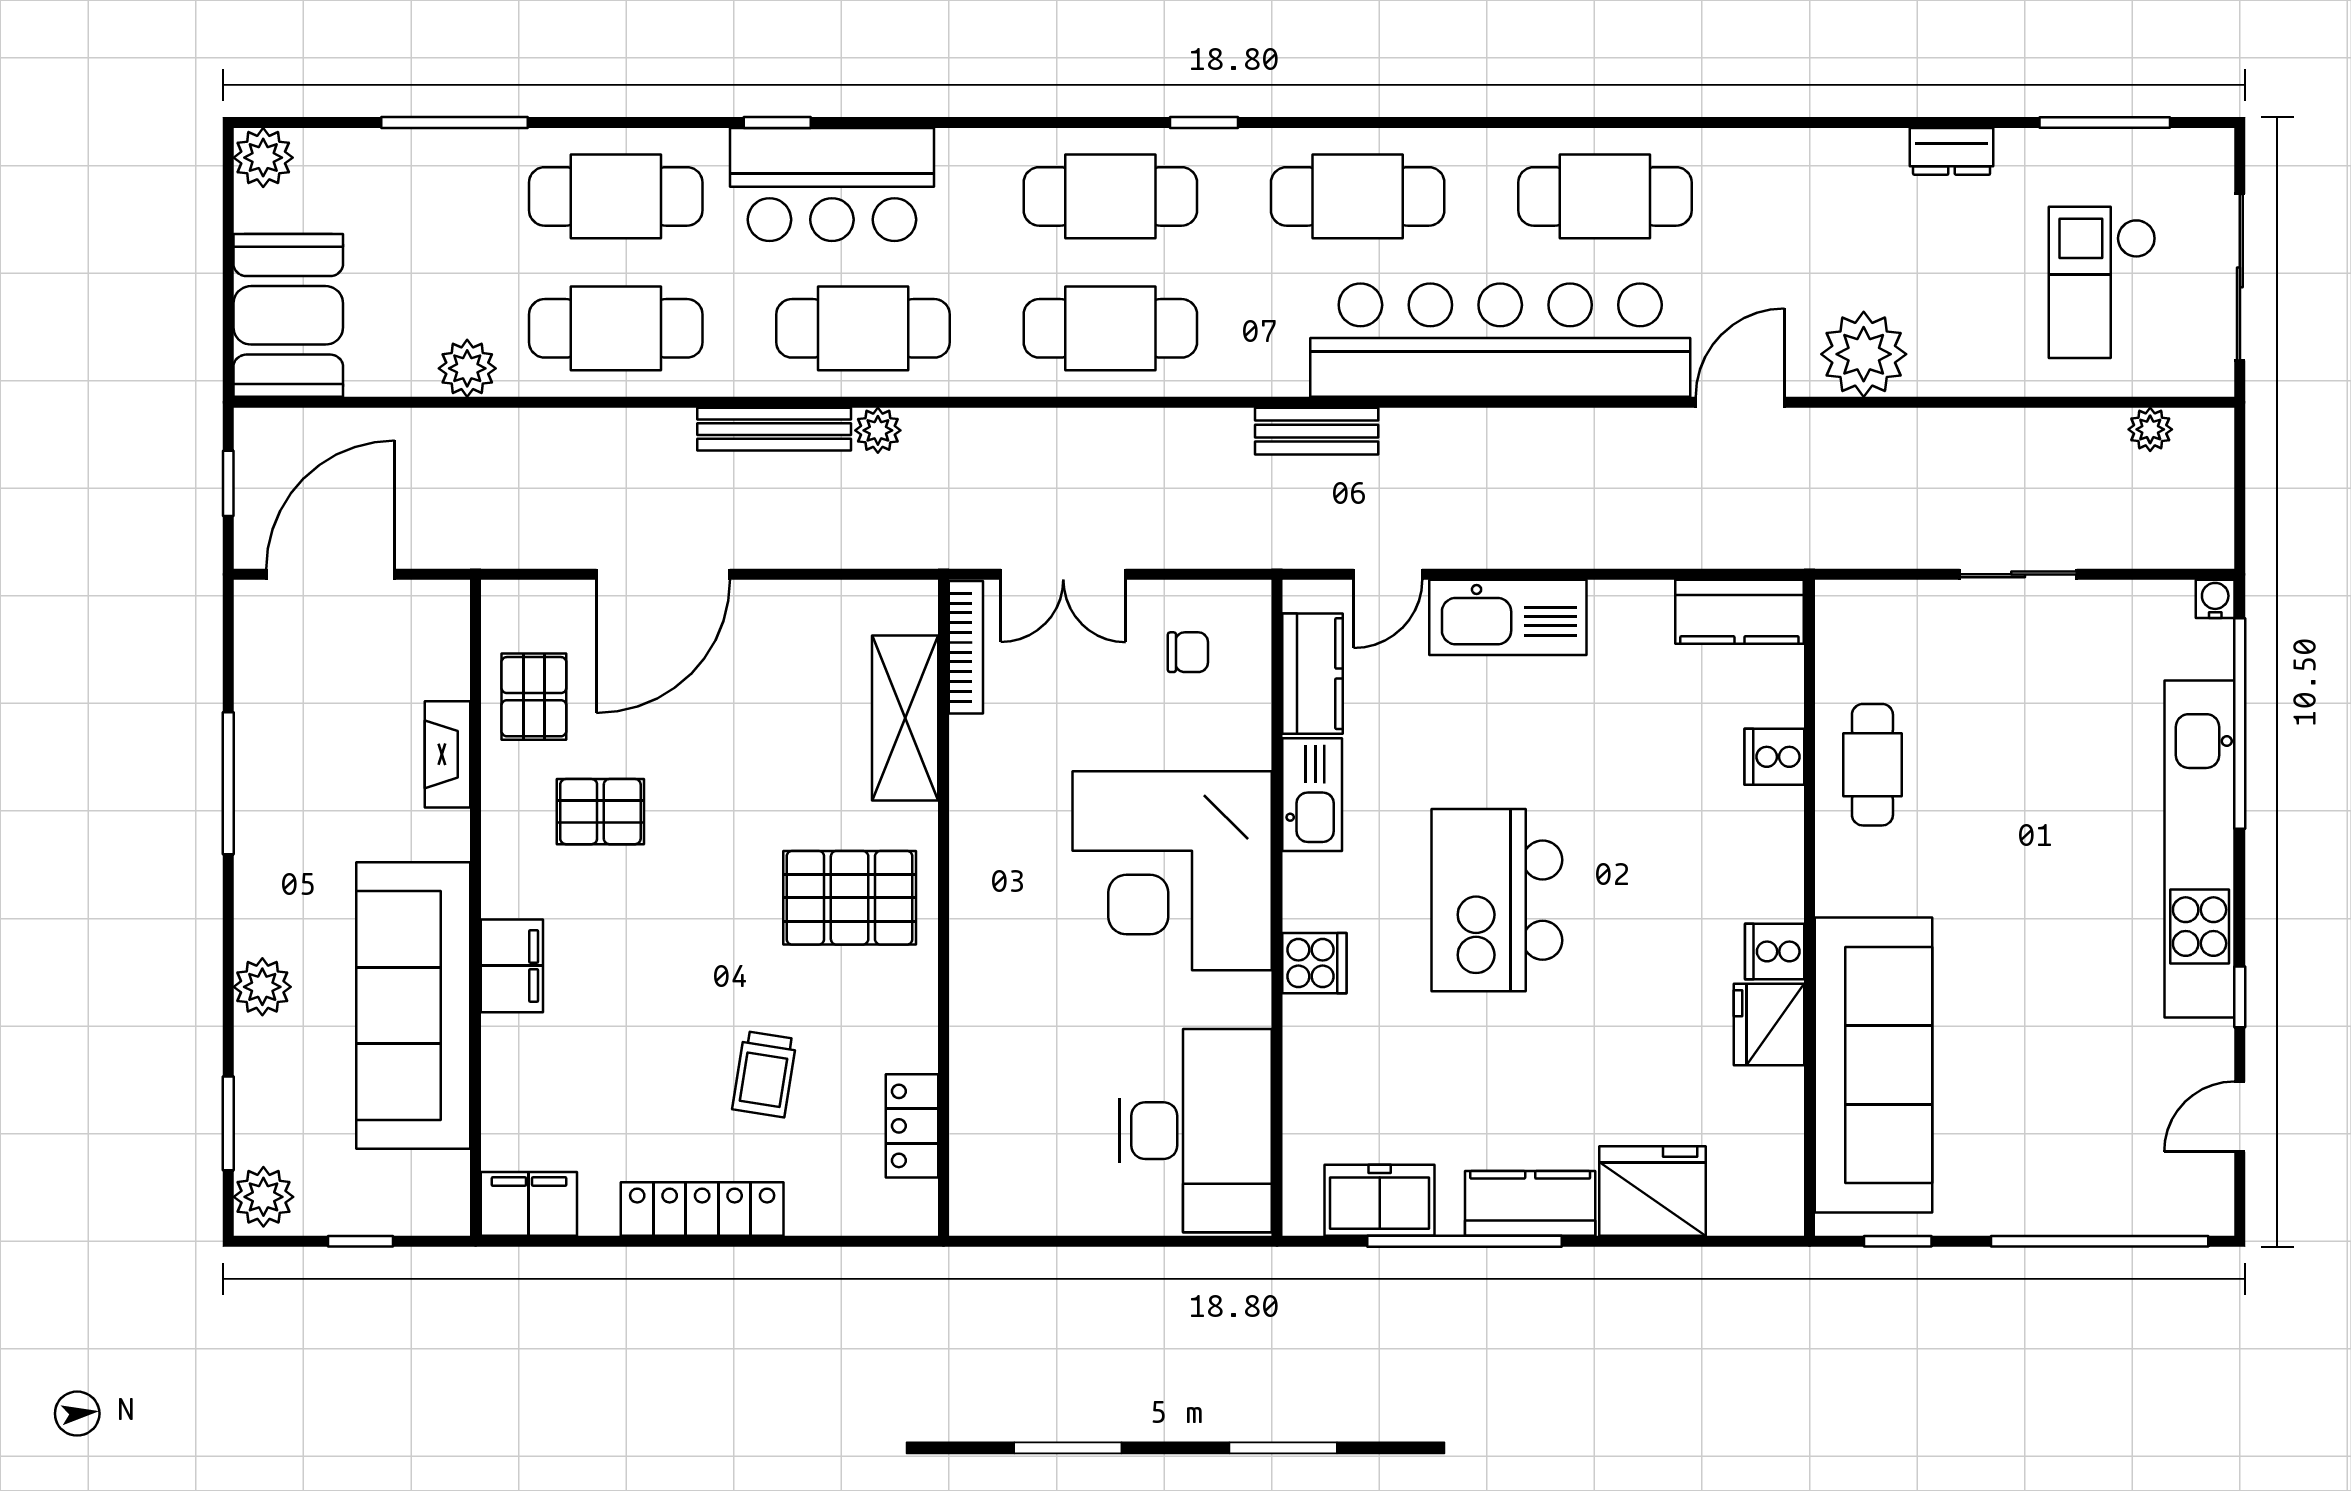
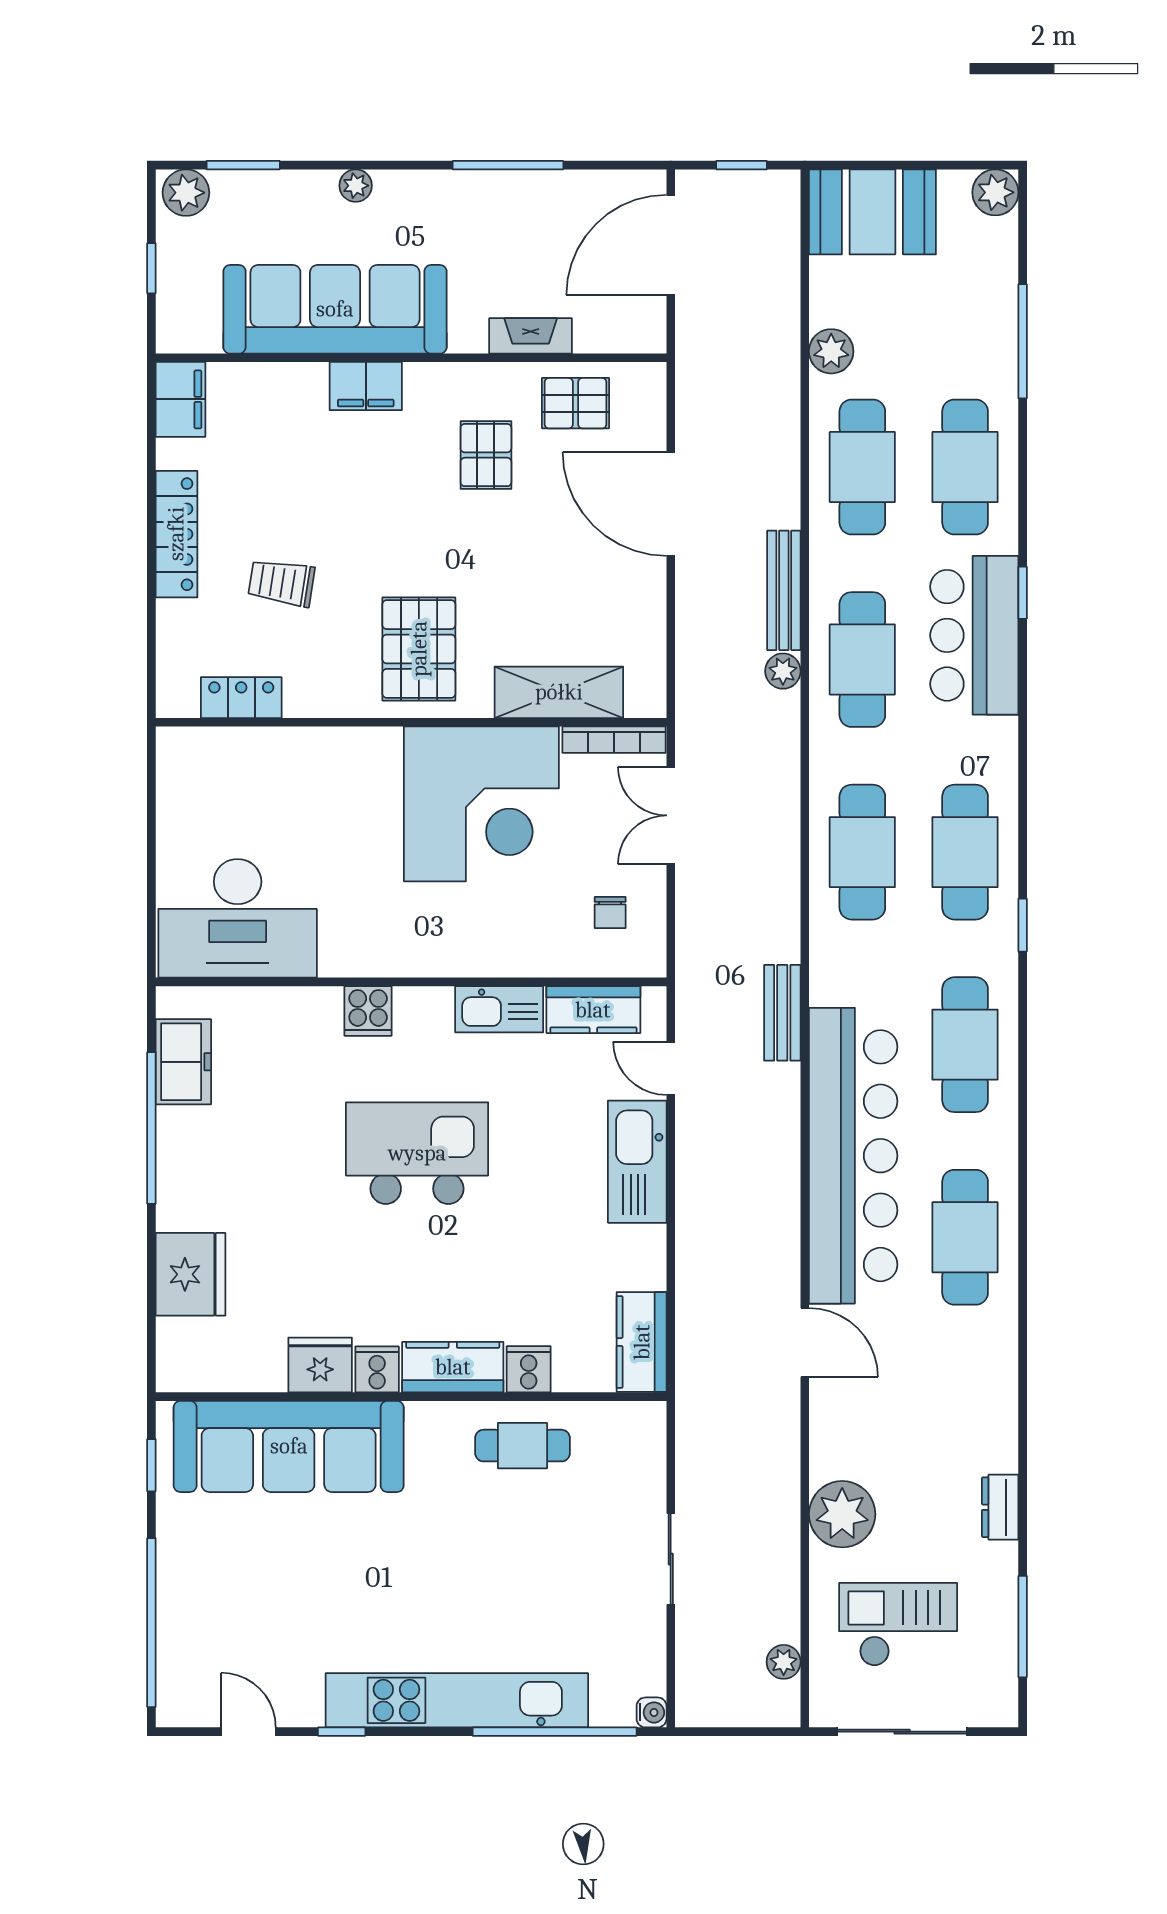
plant: (1864, 354) -> (842, 1514), moved
door: (331, 574) -> (671, 245), swing flipped
corner desk: (1172, 871) -> (481, 804), moved, turned 180
plant: (262, 987) -> (356, 186), width x0.73, depth x0.73
kitchen counter: (1530, 1203) -> (453, 1367), moved, turned -90

